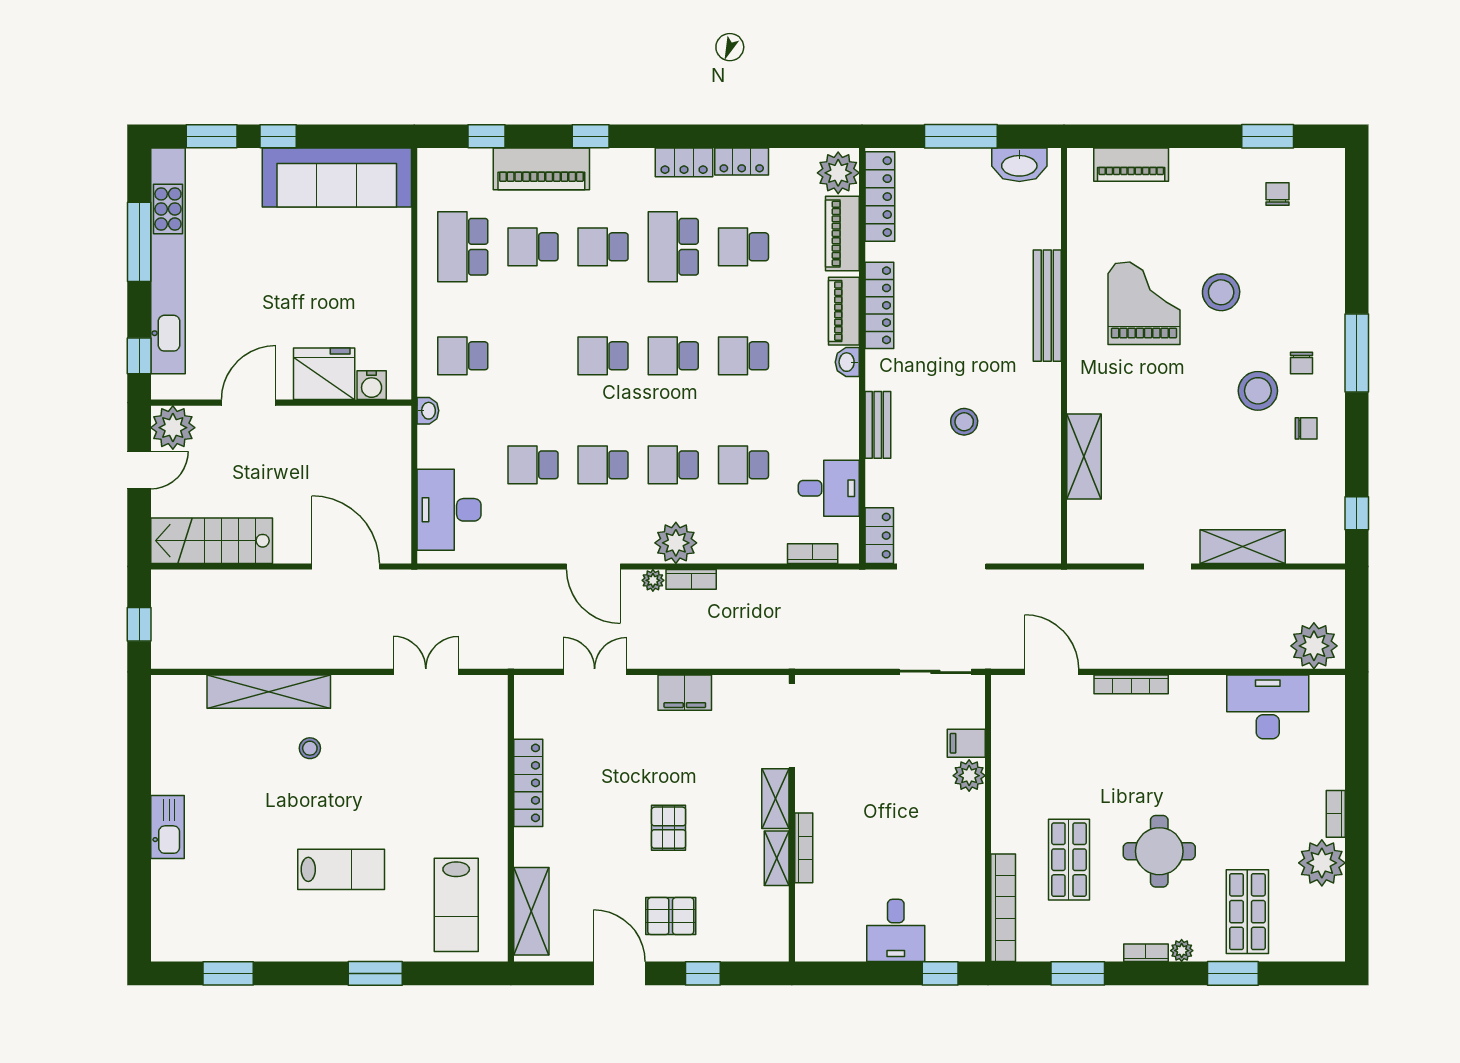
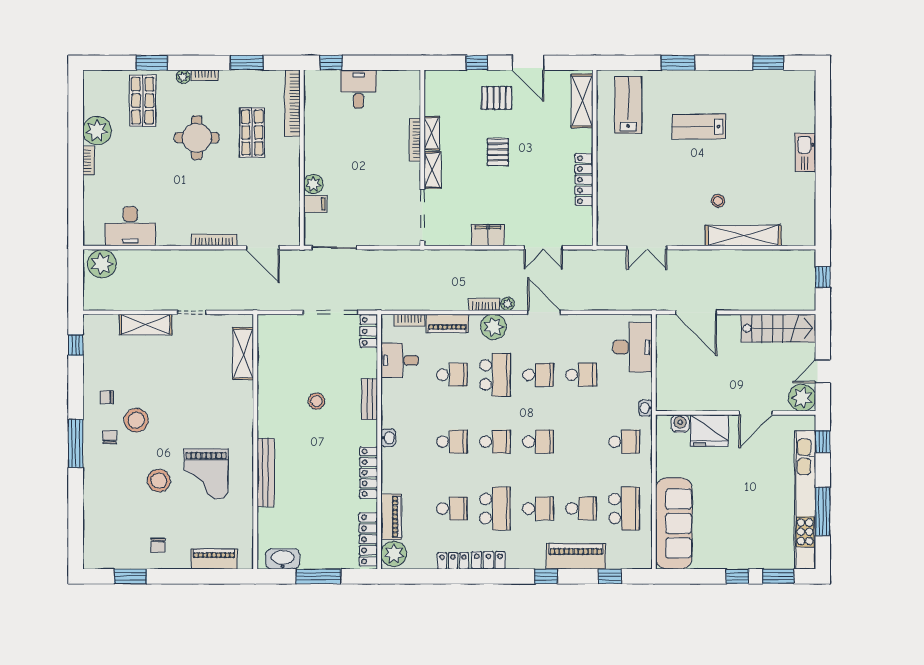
sofa: (337, 178) -> (674, 523), moved, turned 90
chair: (1278, 194) -> (158, 545), moved
piano: (844, 311) -> (447, 323), moved, turned 90
shelving: (1084, 456) -> (243, 354), moved
school desk: (673, 465) -> (495, 375), width x1.85

